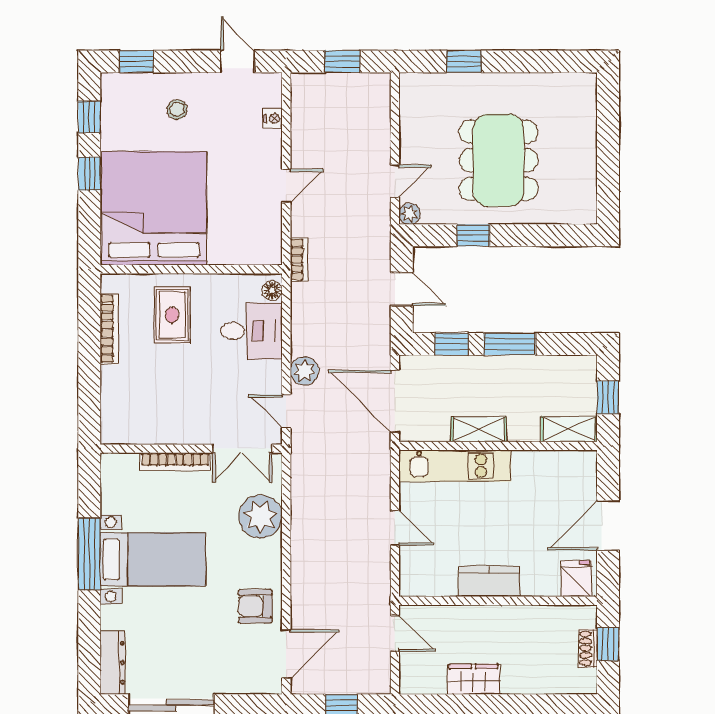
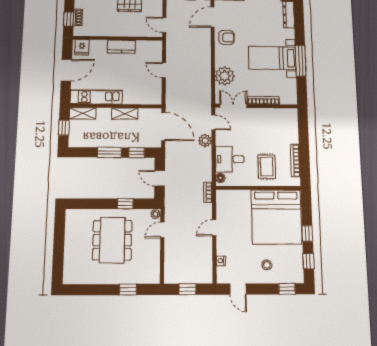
kitchen unit: (455, 466) -> (96, 97), moved

